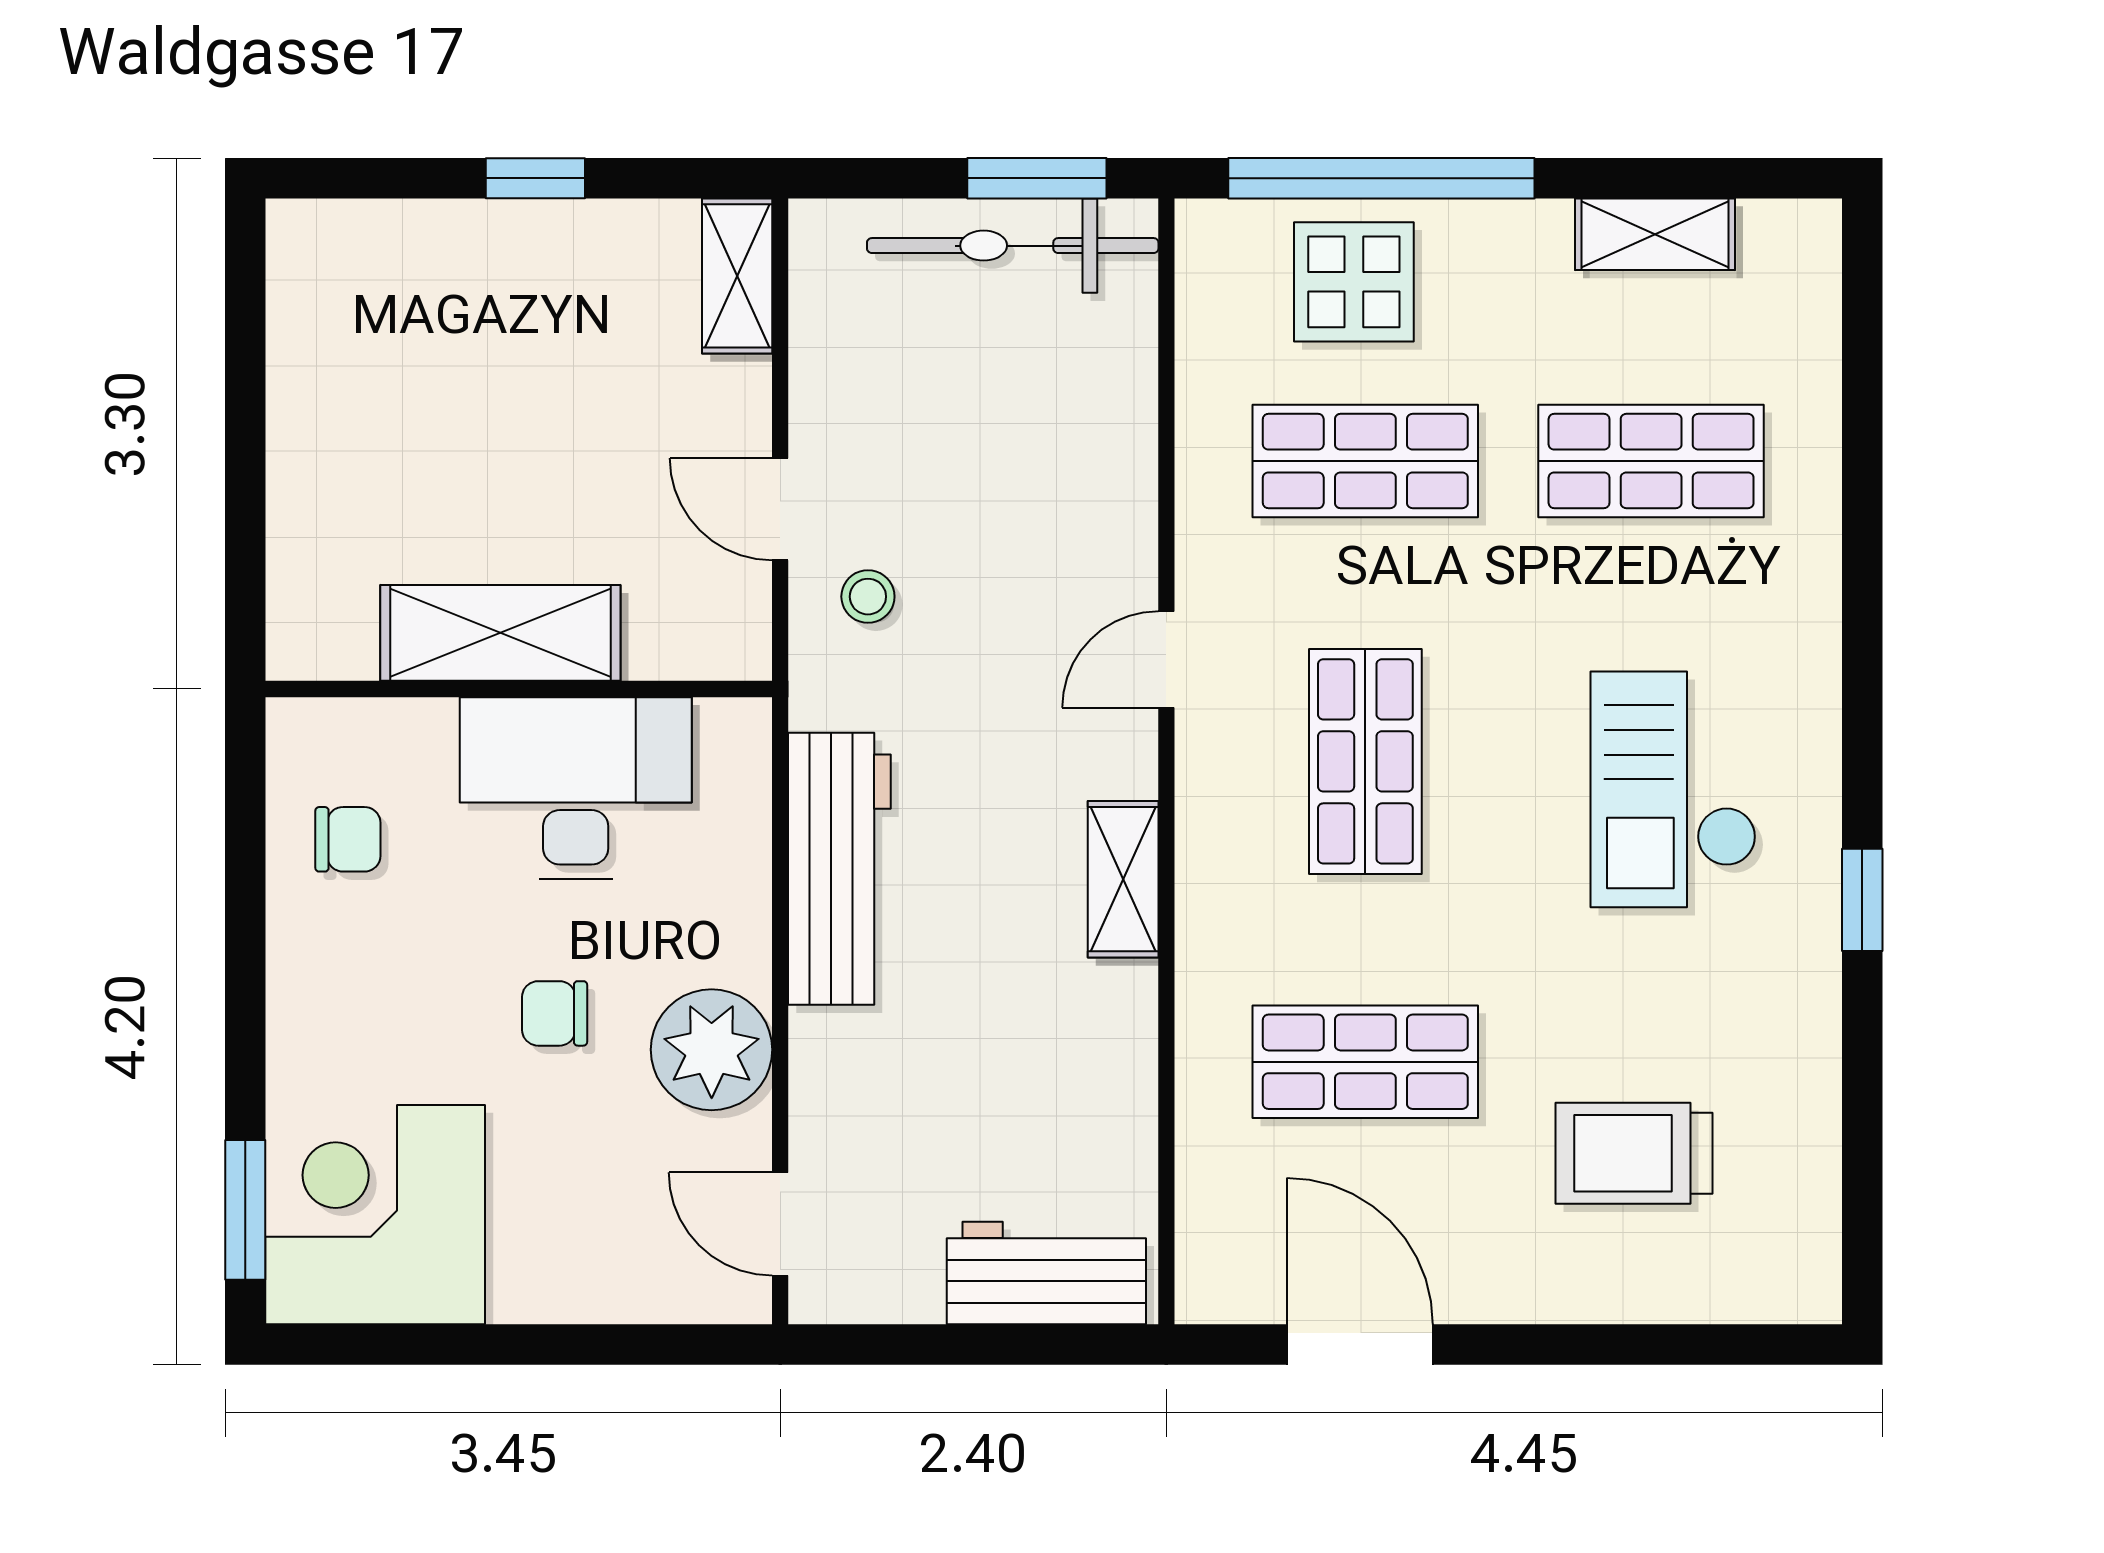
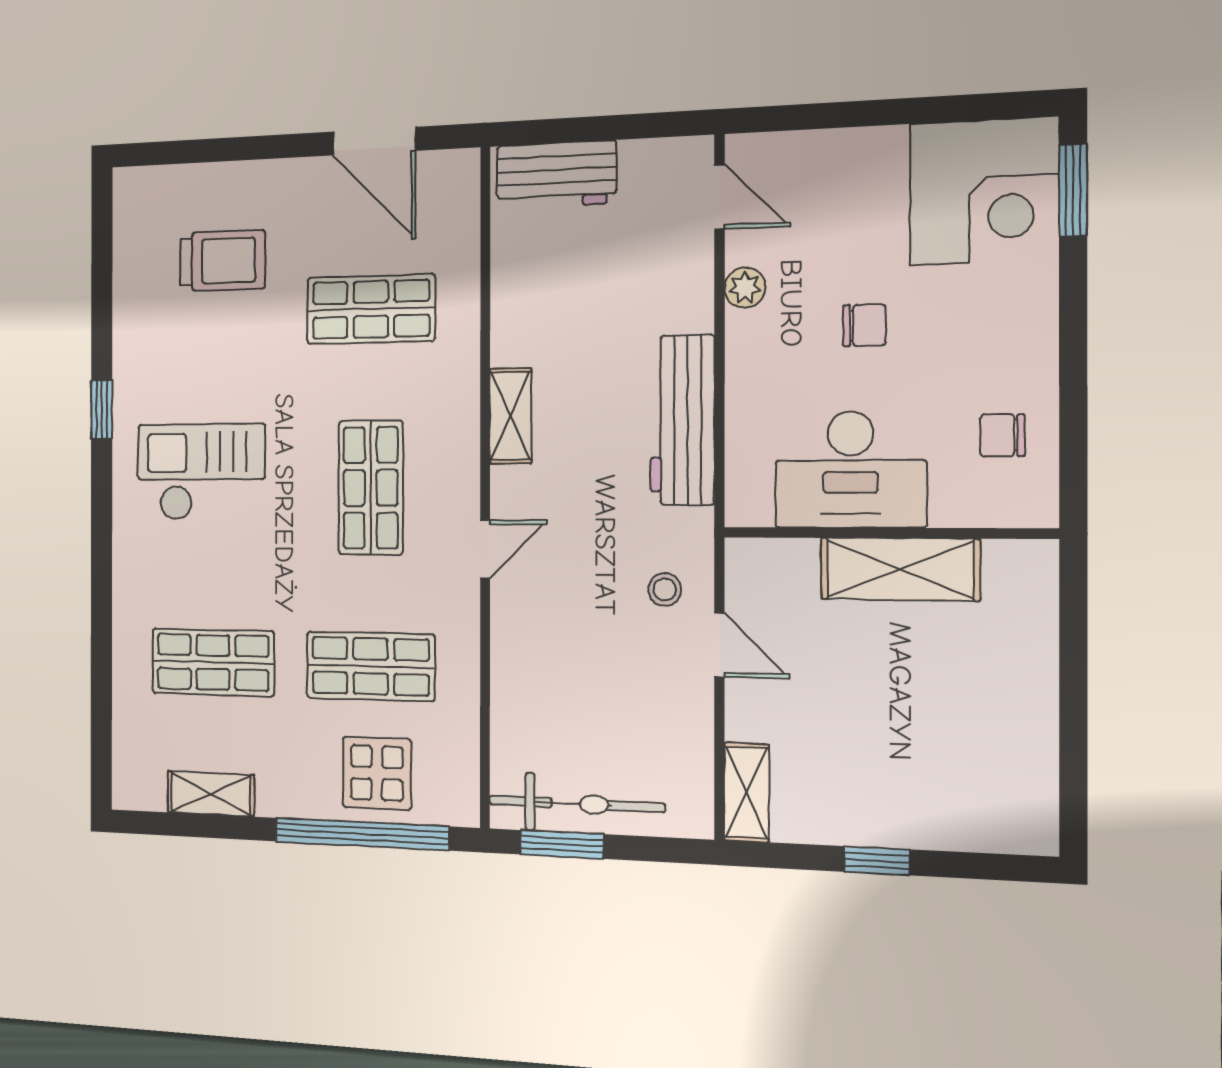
checkout: (1674, 789) -> (201, 472), turned -90
plant: (712, 1050) -> (745, 288), width x0.53, depth x0.53

